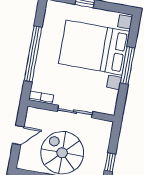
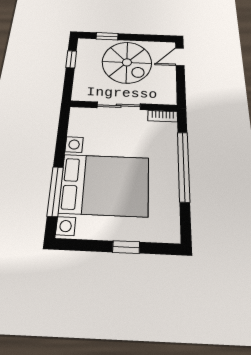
window: (128, 65) -> (55, 191), moved
door: (18, 135) -> (180, 57), moved

